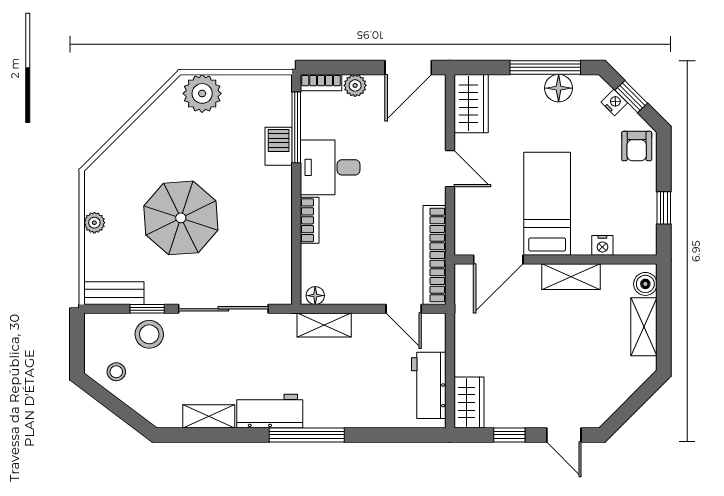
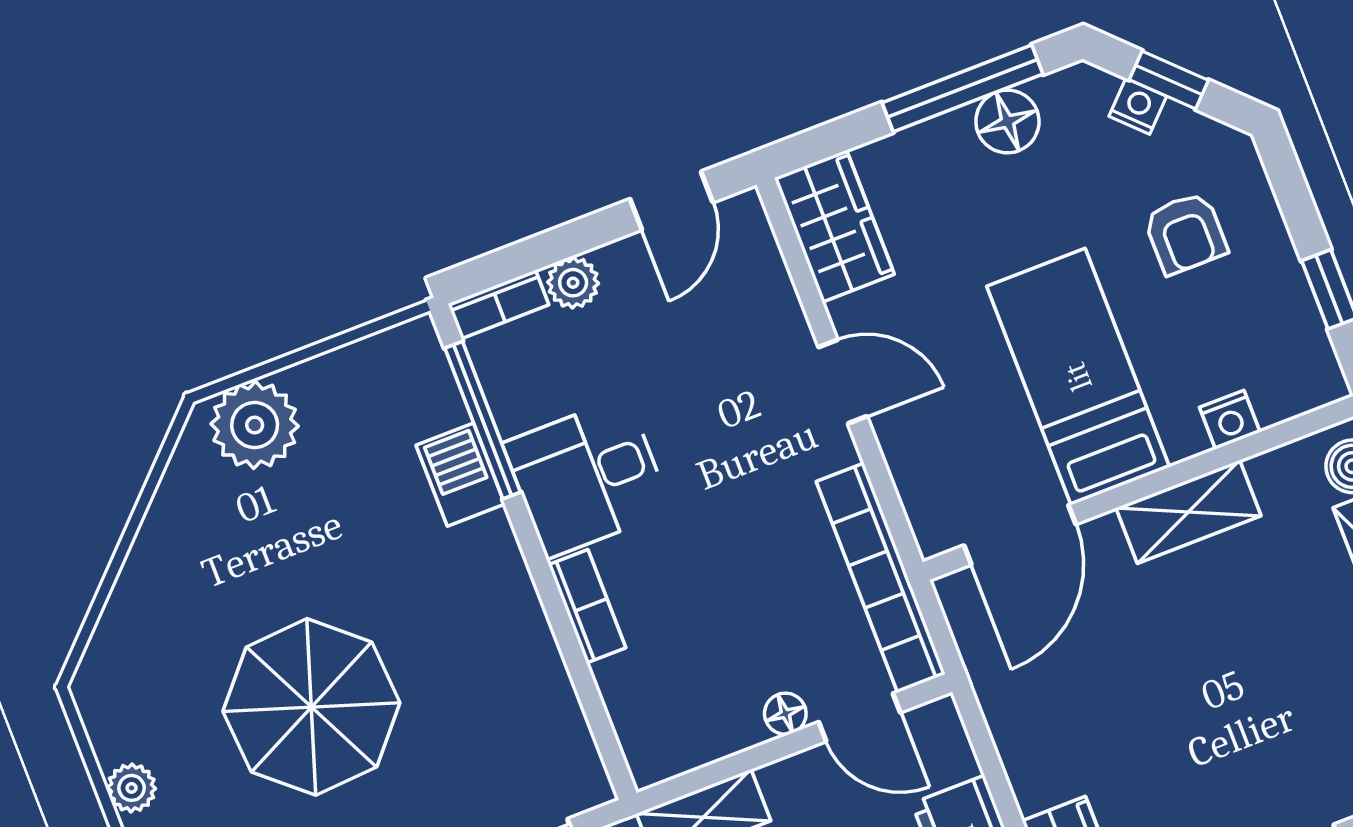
door: (408, 67) -> (671, 201), width x0.73
armchair: (637, 146) -> (1185, 233), moved
floor lamp: (315, 296) -> (785, 714), moved

